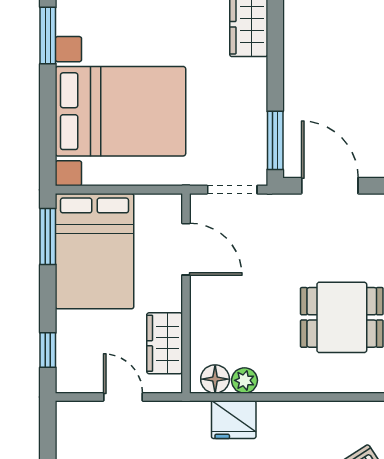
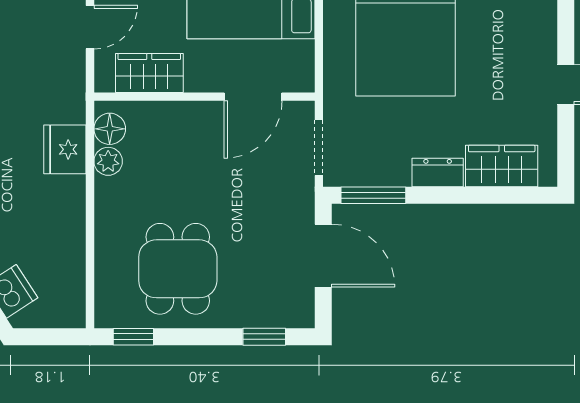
dresser: (255, 82) -> (438, 173), added
door: (330, 186) -> (323, 256), hinge flipped

